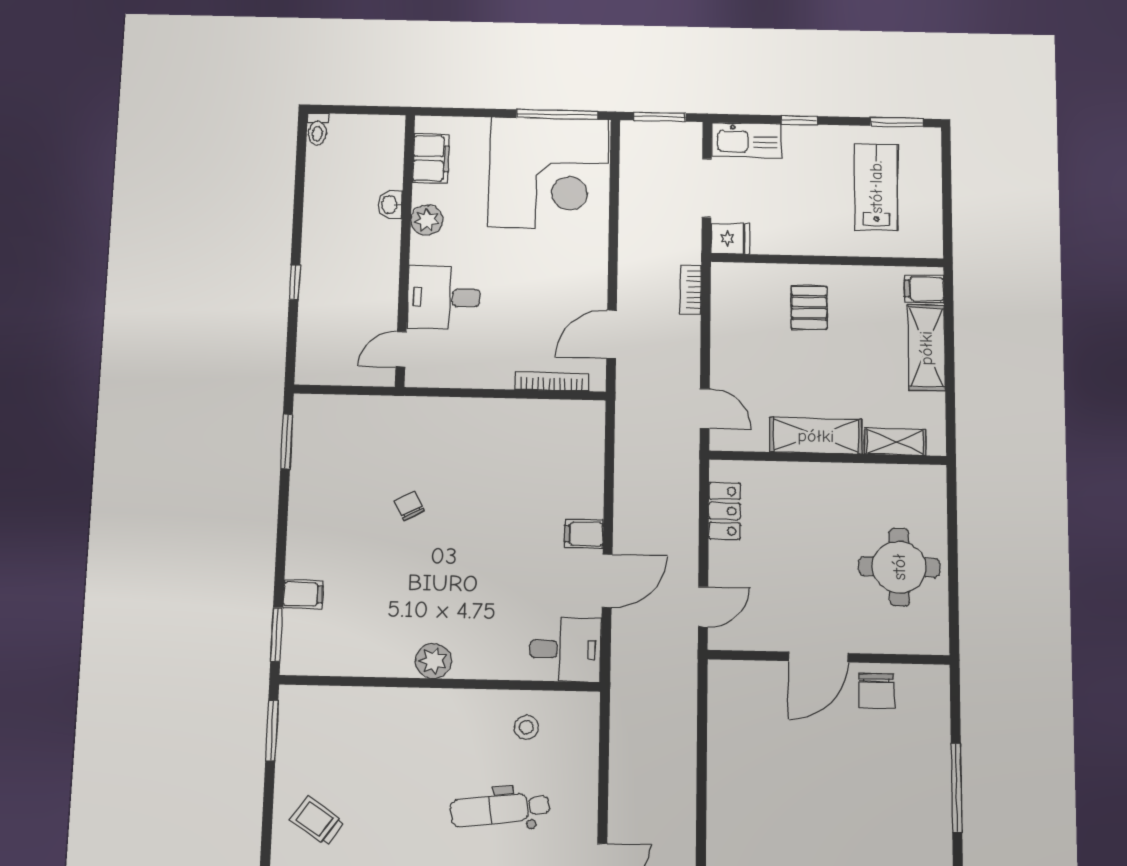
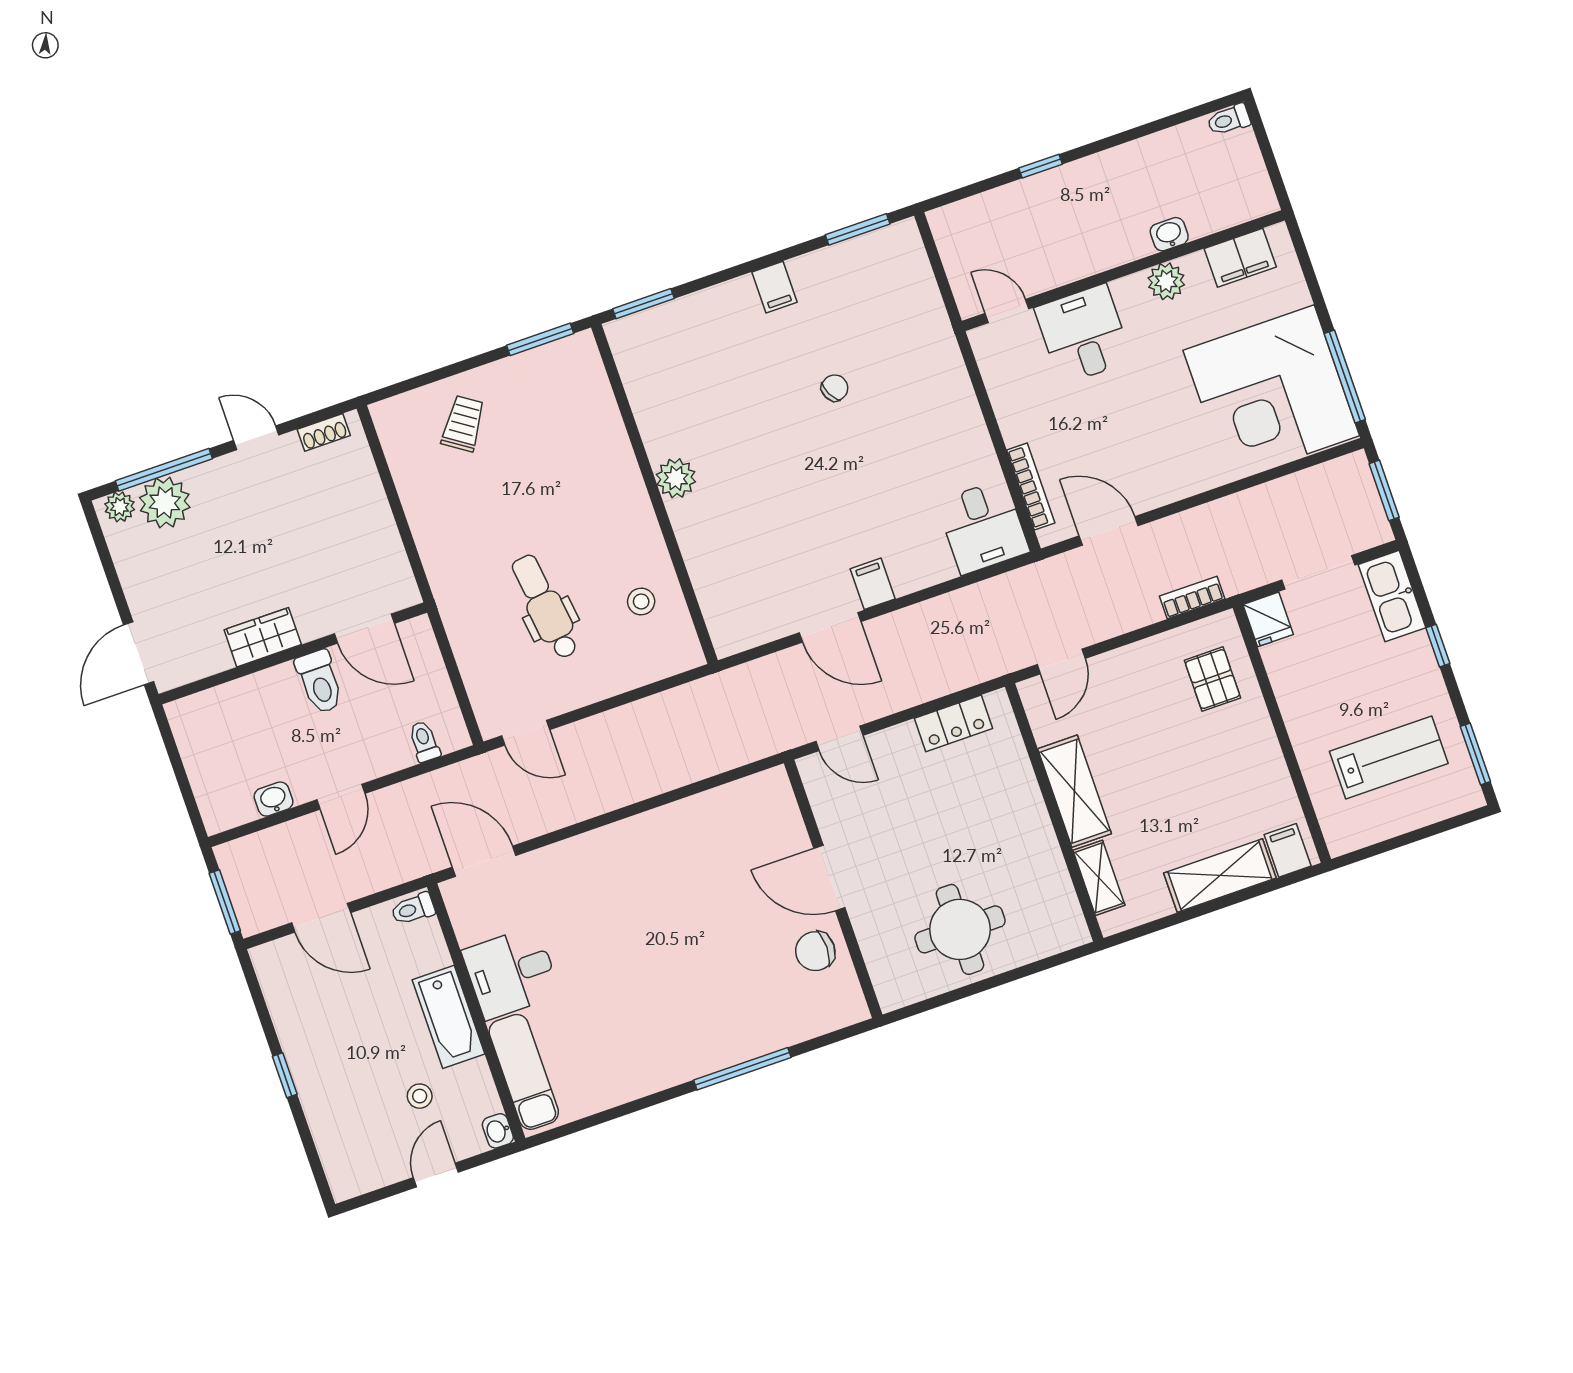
pallet: (809, 308) -> (1213, 679), moved, turned 90
filing cabinet: (303, 594) -> (774, 287), moved
desk: (565, 649) -> (983, 527), moved

